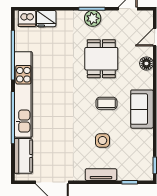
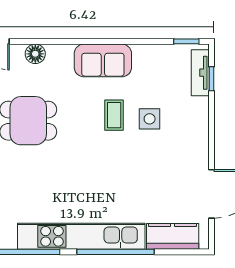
coffee table: (106, 103) -> (114, 115), moved
tv unit: (101, 175) -> (200, 73), moved

